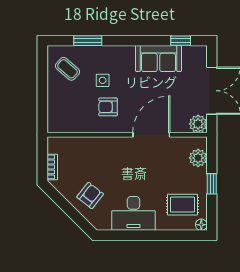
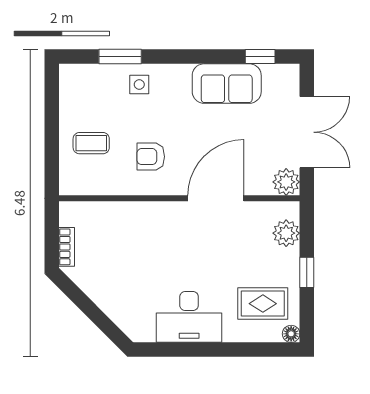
coffee table: (67, 69) -> (91, 143), moved, turned -41
side table: (103, 80) -> (139, 85), moved
armchair: (90, 195) -> (124, 290), removed

